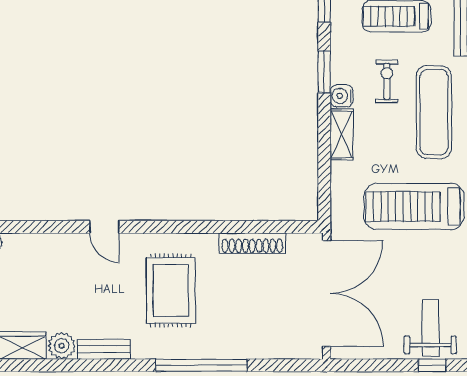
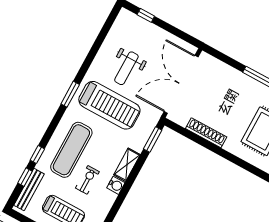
window: (324, 72) -> (153, 140), moved
exercise bike: (387, 81) -> (87, 180), turned 180
weight bench: (430, 328) -> (126, 68), moved

